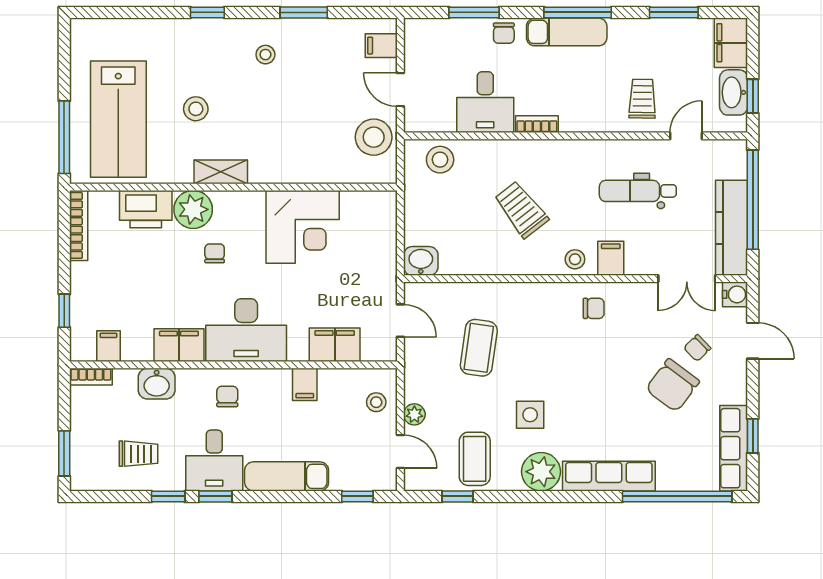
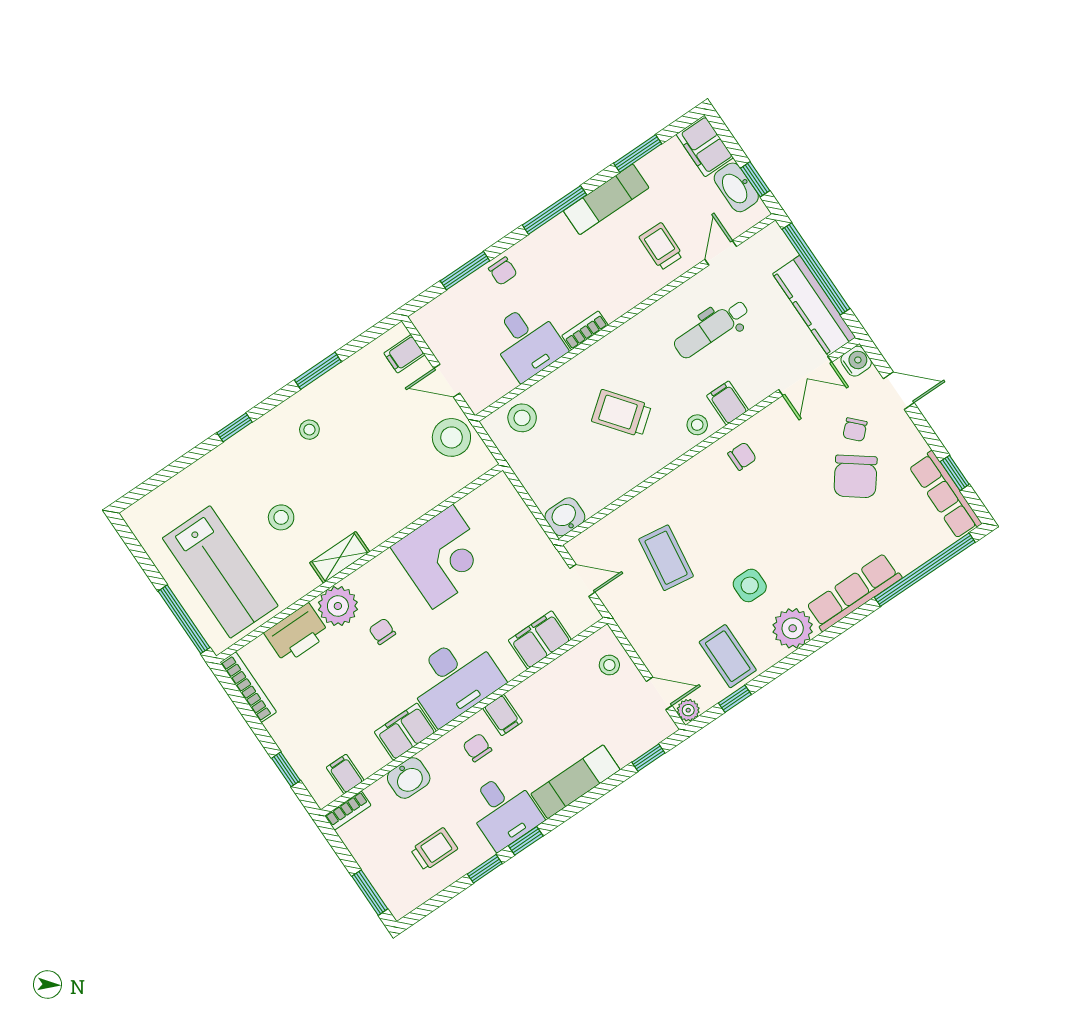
exam couch: (567, 32) -> (606, 199), moved
filing cabinet: (305, 384) -> (503, 715), moved
plant: (414, 414) -> (688, 710), moved

